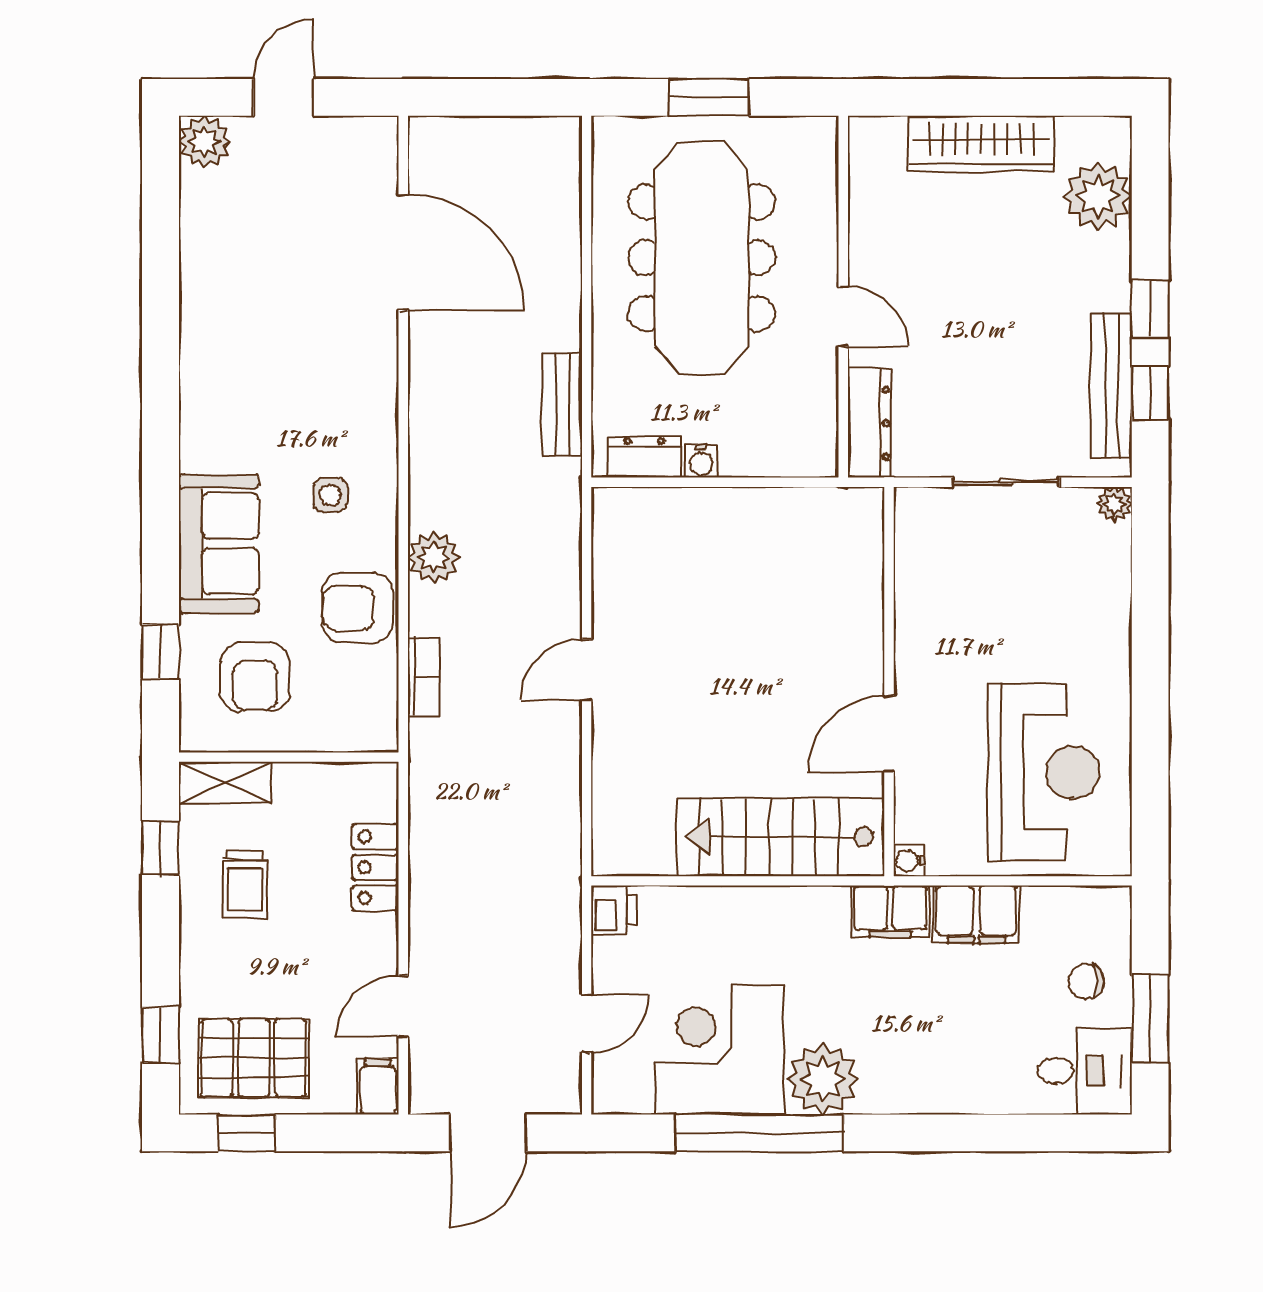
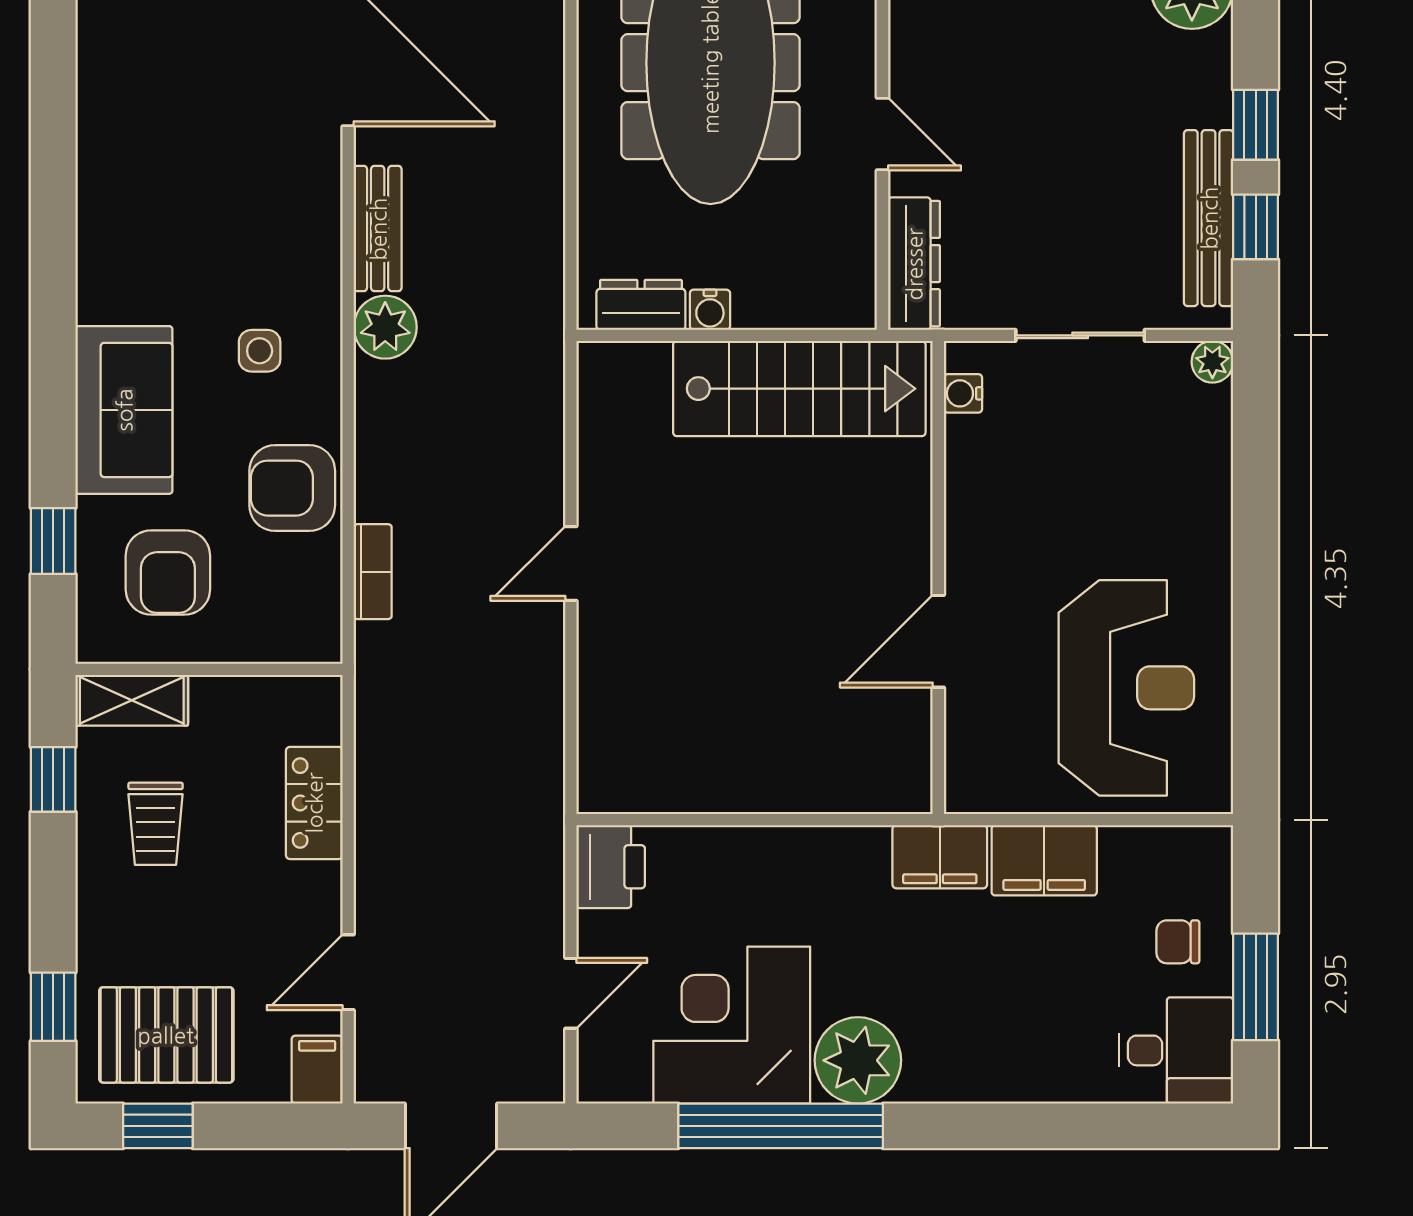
bench: (562, 404) -> (378, 229), moved
plant: (434, 558) -> (385, 327), moved
stairs: (781, 837) -> (799, 389), moved, turned 180
water cooler: (909, 860) -> (963, 393), moved
printer: (614, 910) -> (611, 867), width x1.36, depth x1.24

